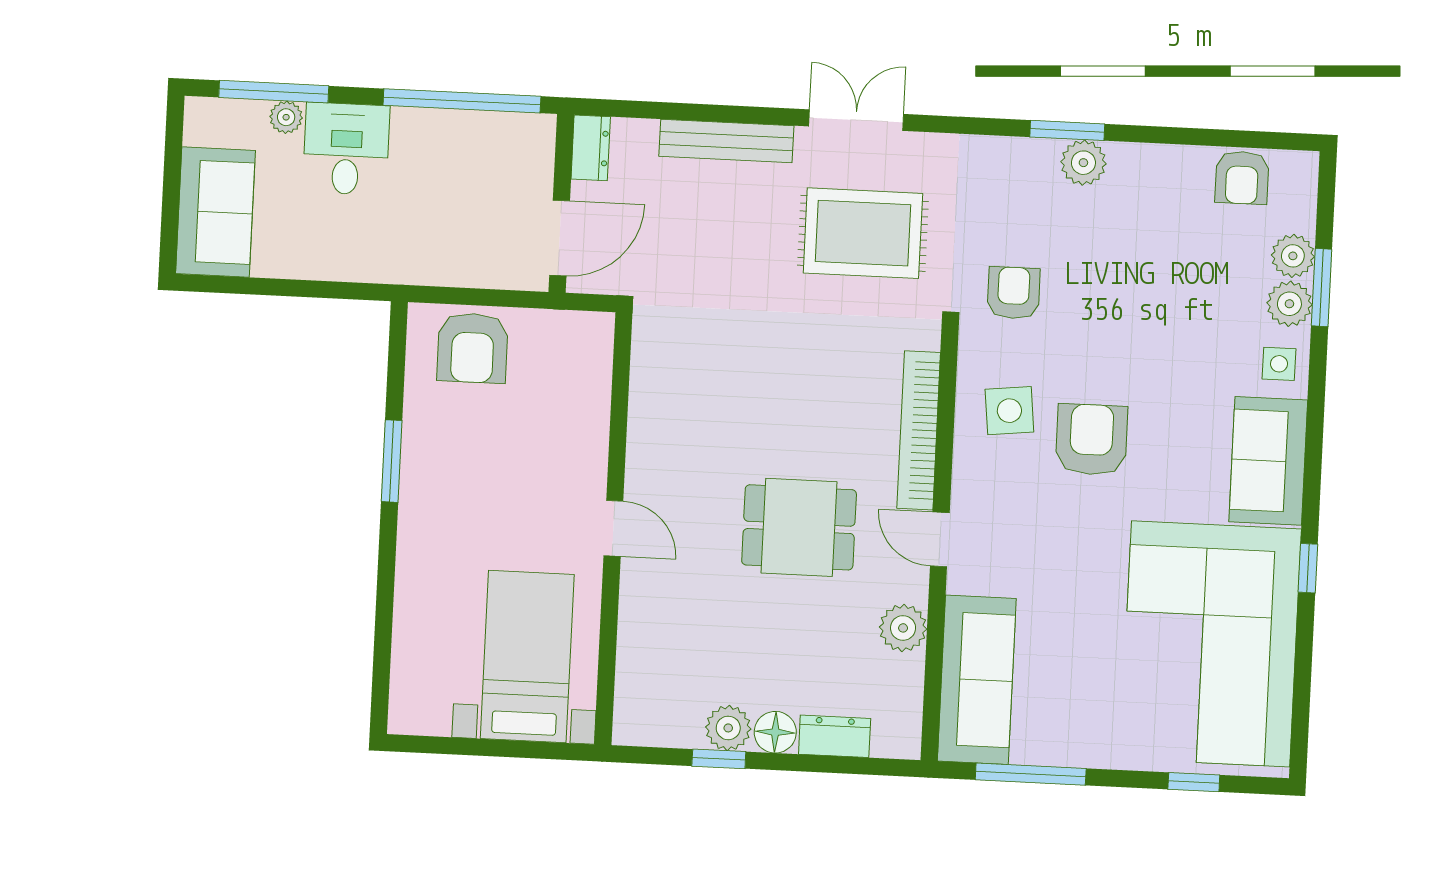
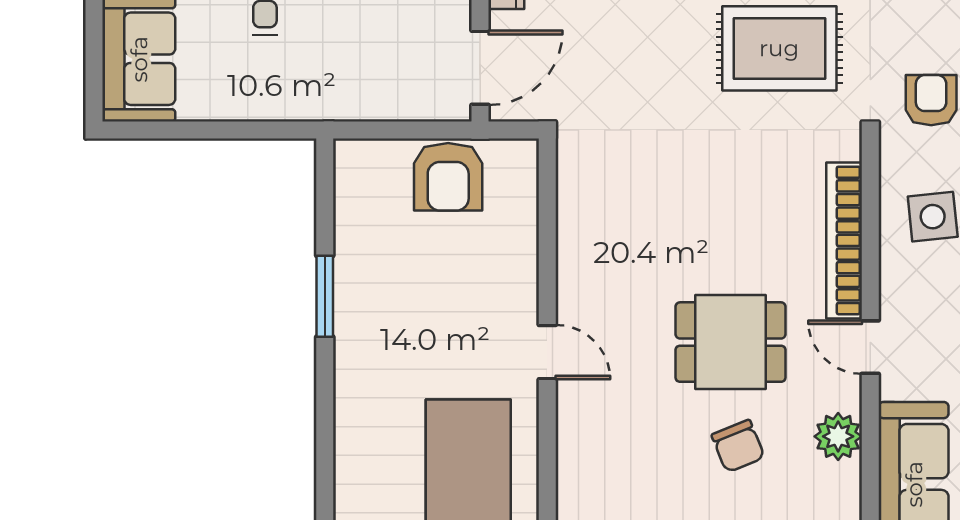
armchair: (473, 348) -> (448, 177), moved
chair: (802, 633) -> (738, 446), added

